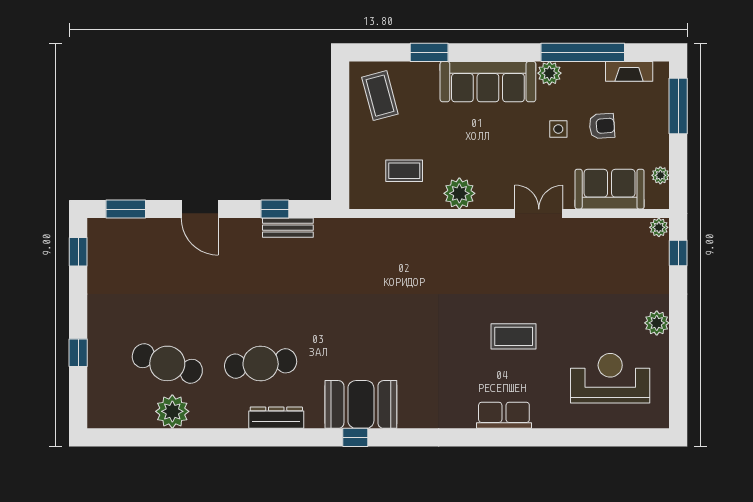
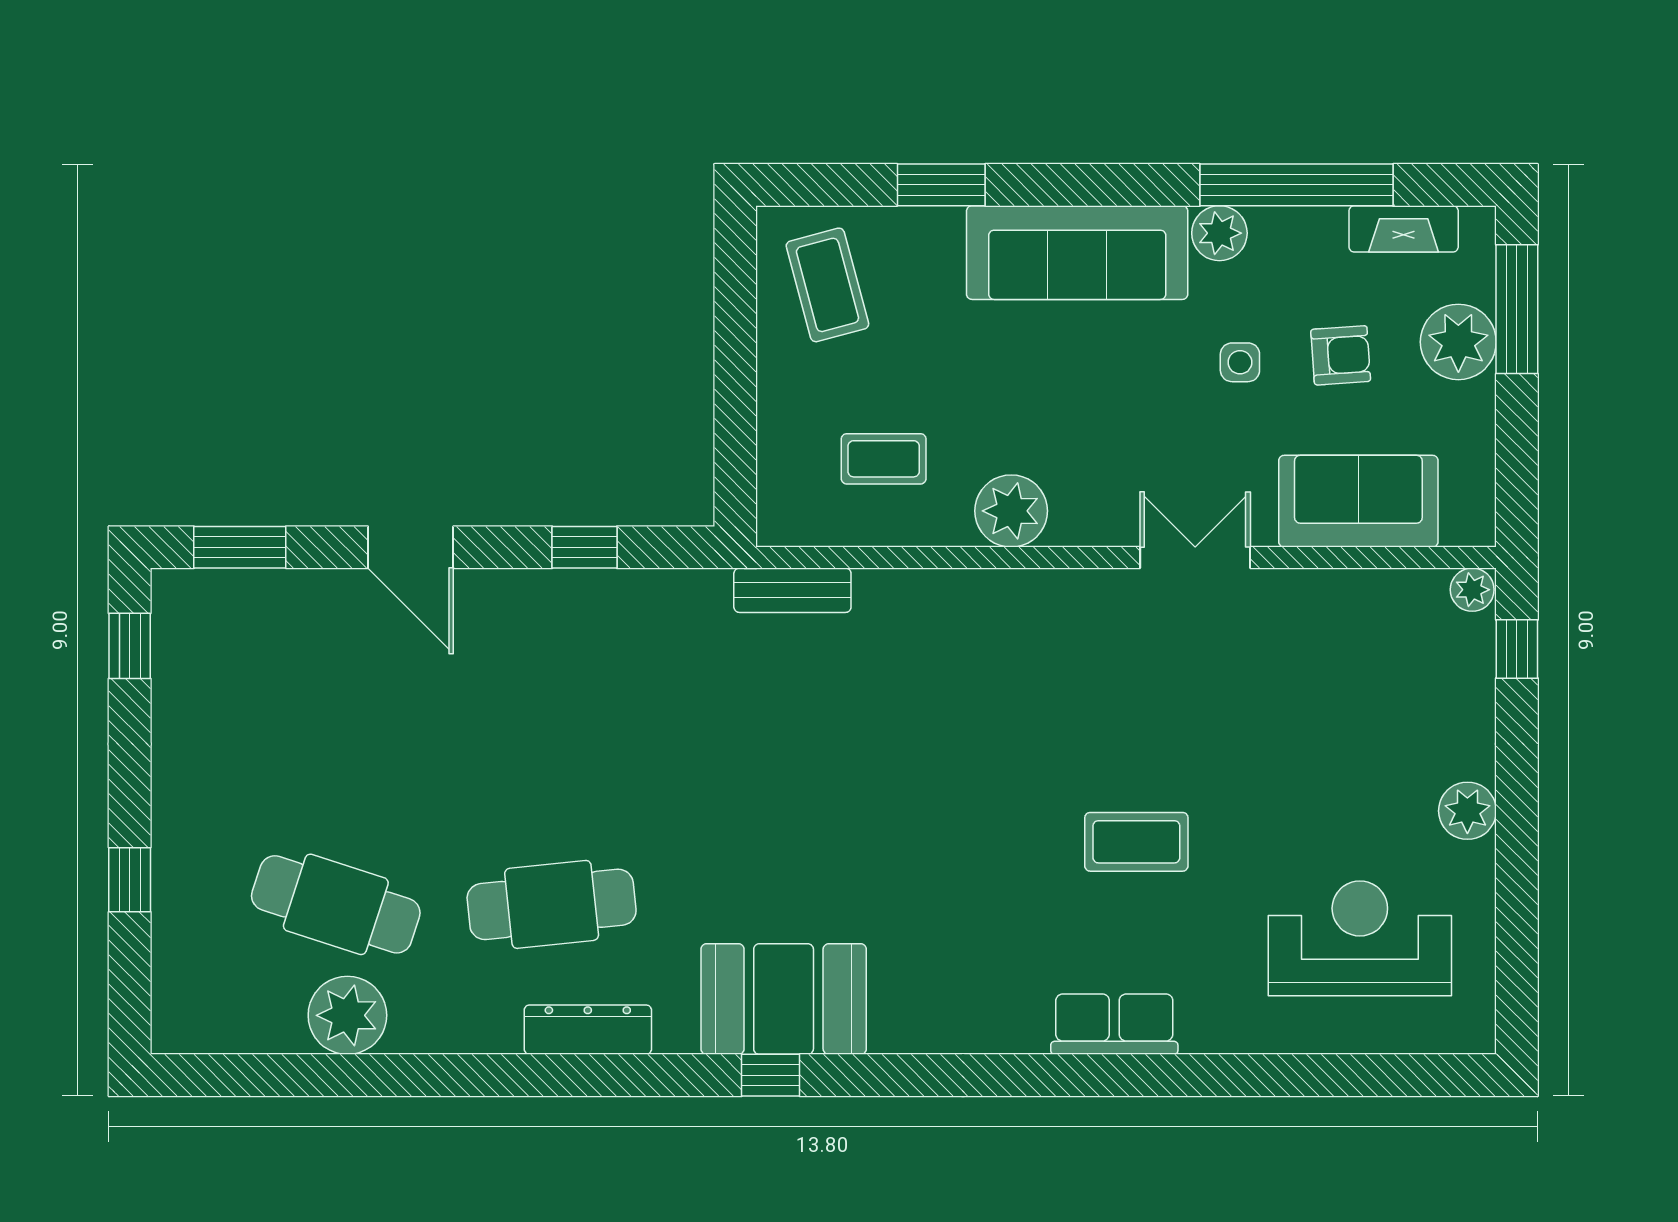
plant: (660, 175) -> (1458, 342), moved, width x1.87, depth x1.87
bench: (288, 228) -> (792, 590), moved

